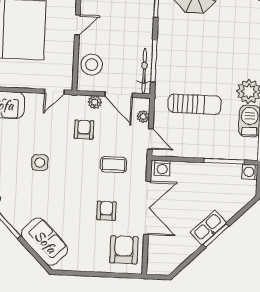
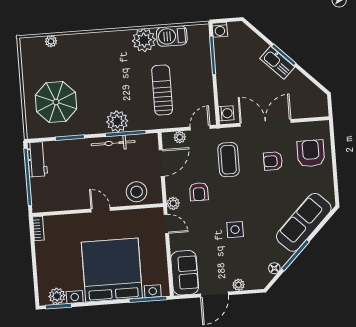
plant: (168, 53) -> (117, 121), added
bicycle: (144, 71) -> (113, 143), moved
plant: (95, 102) -> (173, 203), moved
armchair: (84, 130) -> (199, 192), turned -90
coffee table: (114, 165) -> (229, 160), width x1.36, depth x1.30
sofa: (45, 242) -> (304, 222), width x1.36
armchair: (124, 250) -> (311, 153), moved, turned 90

